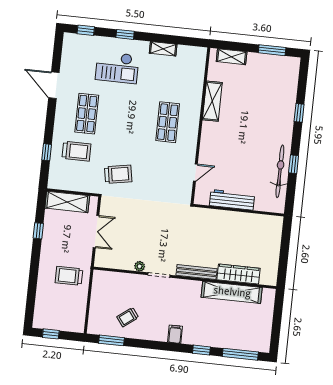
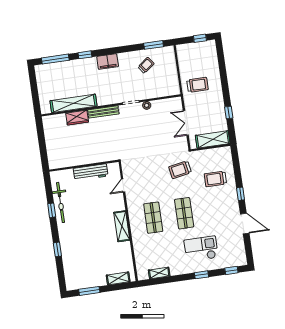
shelving: (163, 49) -> (159, 273), moved
shelving: (212, 101) -> (122, 226), moved
shop shelf: (87, 114) -> (184, 213), moved
window: (47, 152) -> (240, 194), moved
wardrobe: (239, 274) -> (77, 118), width x0.67
filing cabinet: (175, 334) -> (108, 62), width x2.00

